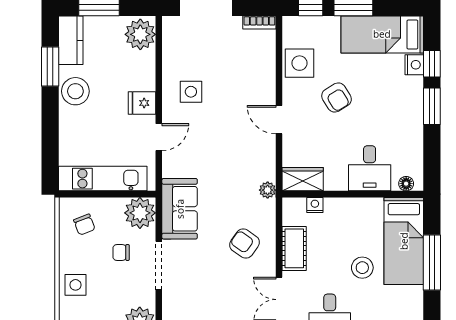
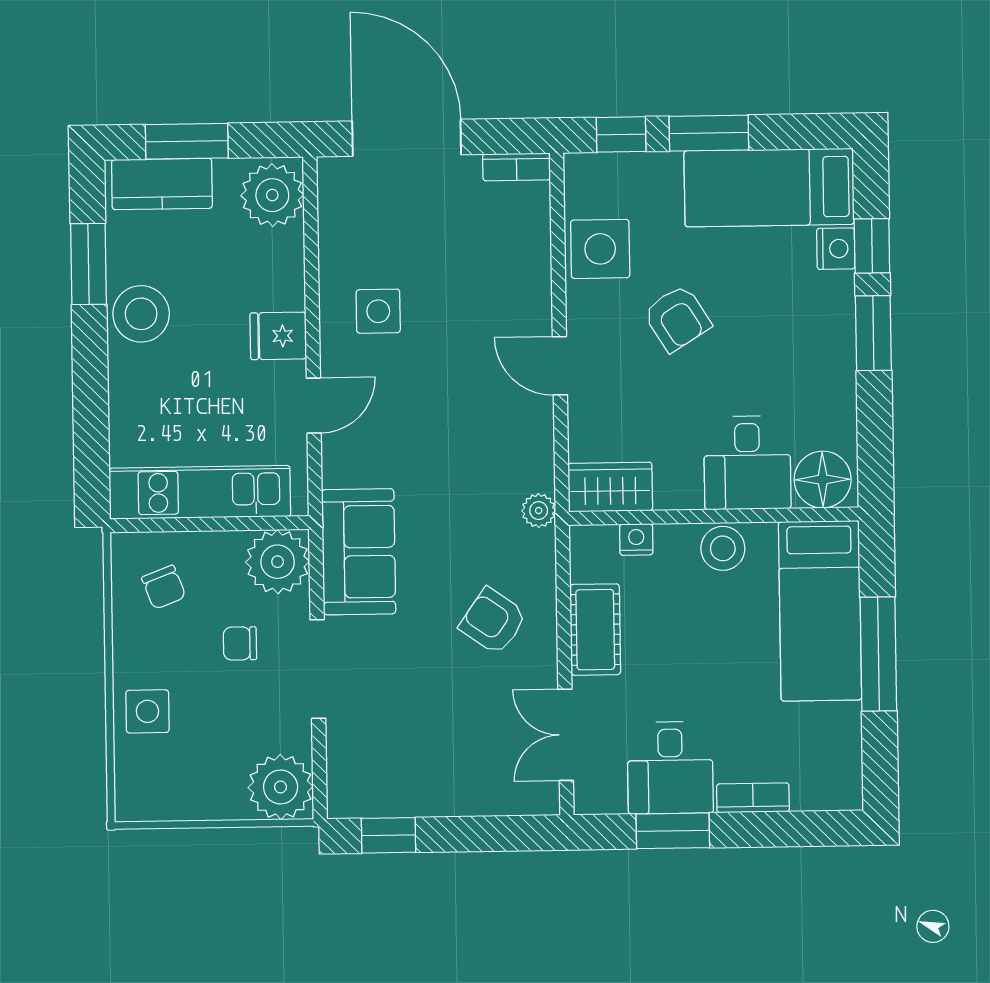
kitchen counter: (71, 40) -> (162, 184), moved, turned 90
floor lamp: (406, 184) -> (823, 480), width x1.89, depth x1.89
stool: (362, 268) -> (723, 548), moved

